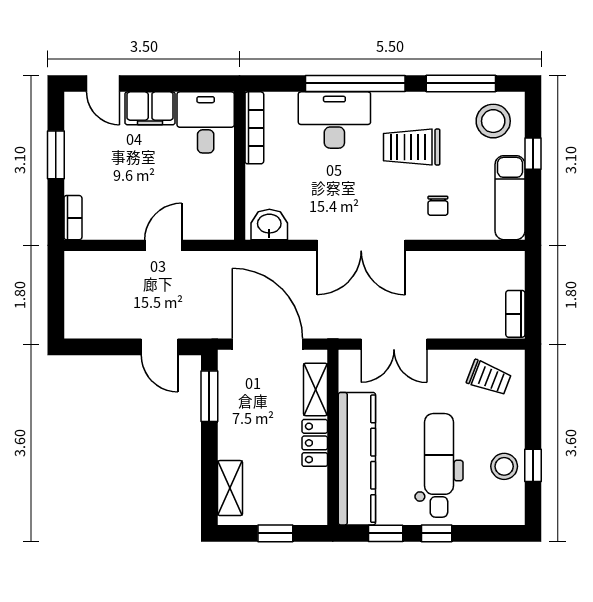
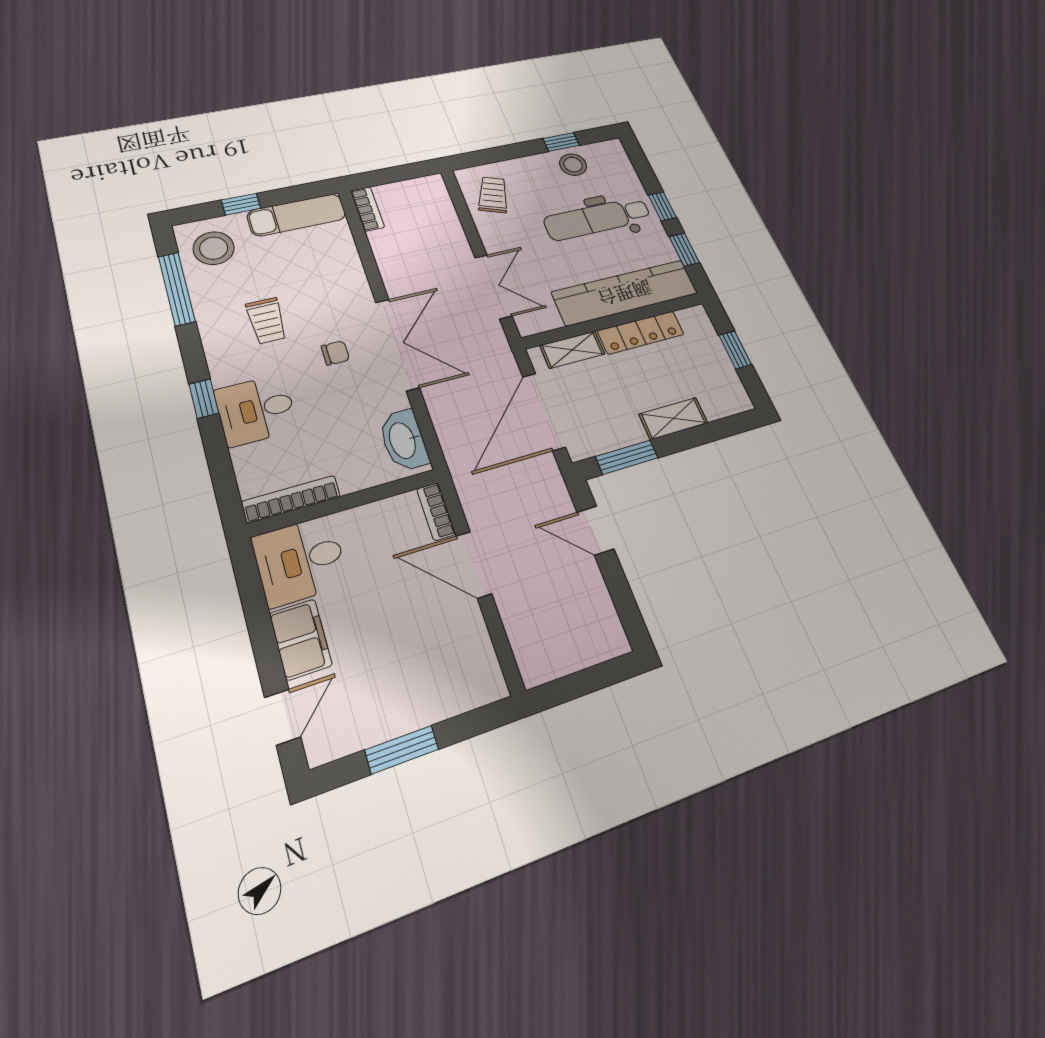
window: (355, 83) -> (204, 399), width x0.32
desk: (334, 120) -> (256, 410), width x0.73
trolley: (412, 147) -> (267, 321), width x0.73, depth x0.72
chair: (438, 206) -> (335, 353), moved
bookcase: (73, 218) -> (436, 511), moved, turned -90
washbasin: (269, 224) -> (403, 440), width x1.38
door: (163, 245) -> (474, 565), width x1.38
bookcase: (515, 314) -> (367, 209), moved, turned -90
door: (160, 347) -> (595, 530), swing flipped
locker: (315, 443) -> (641, 333), width x1.53
shelving: (230, 488) -> (673, 418), moved

